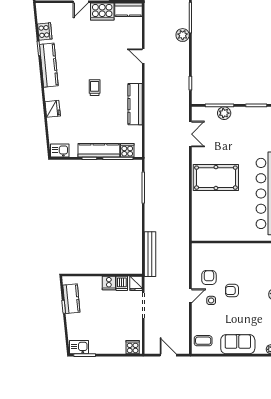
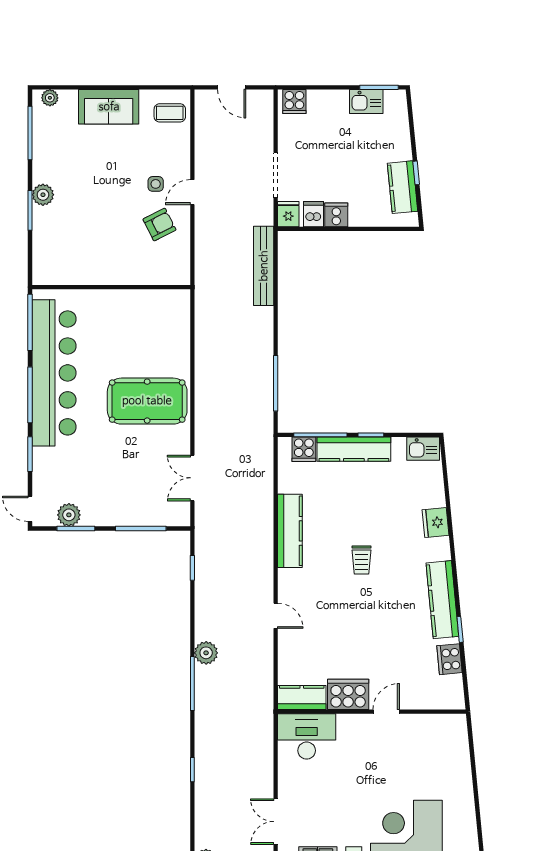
plant: (224, 113) -> (69, 515), moved
armchair: (209, 278) -> (159, 225), turned -117
armchair: (232, 291) -> (119, 202), removed
kitchen sink: (79, 347) -> (366, 102), moved

